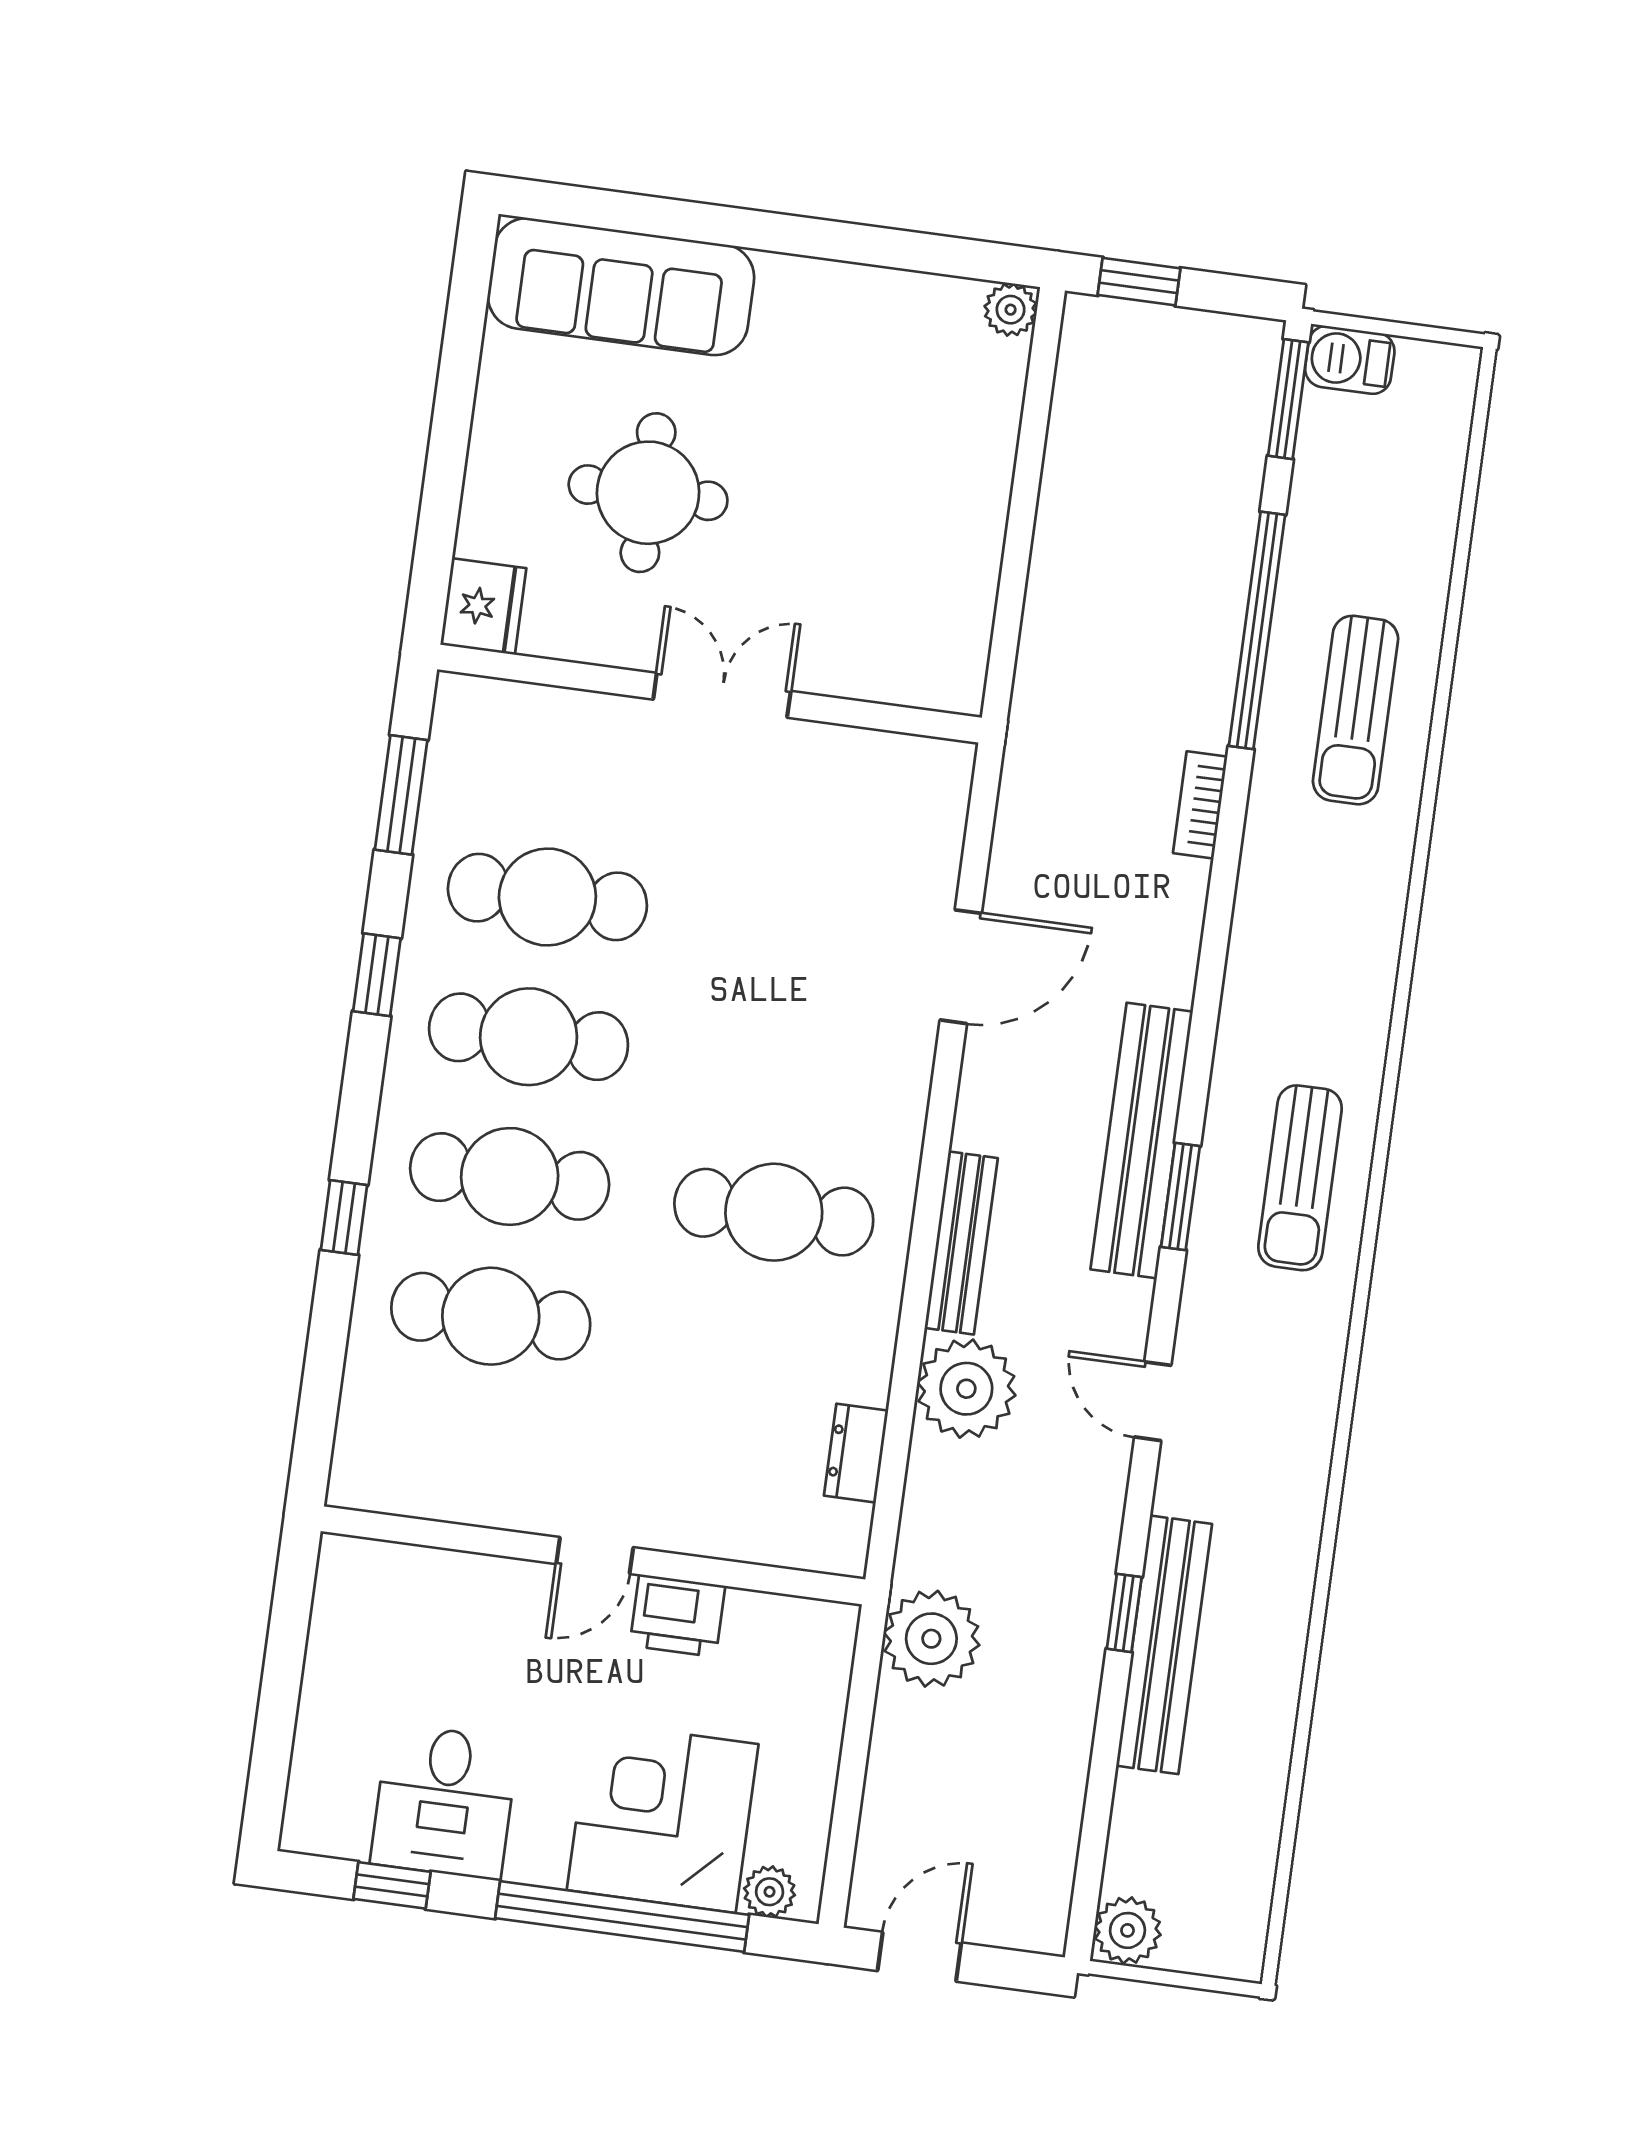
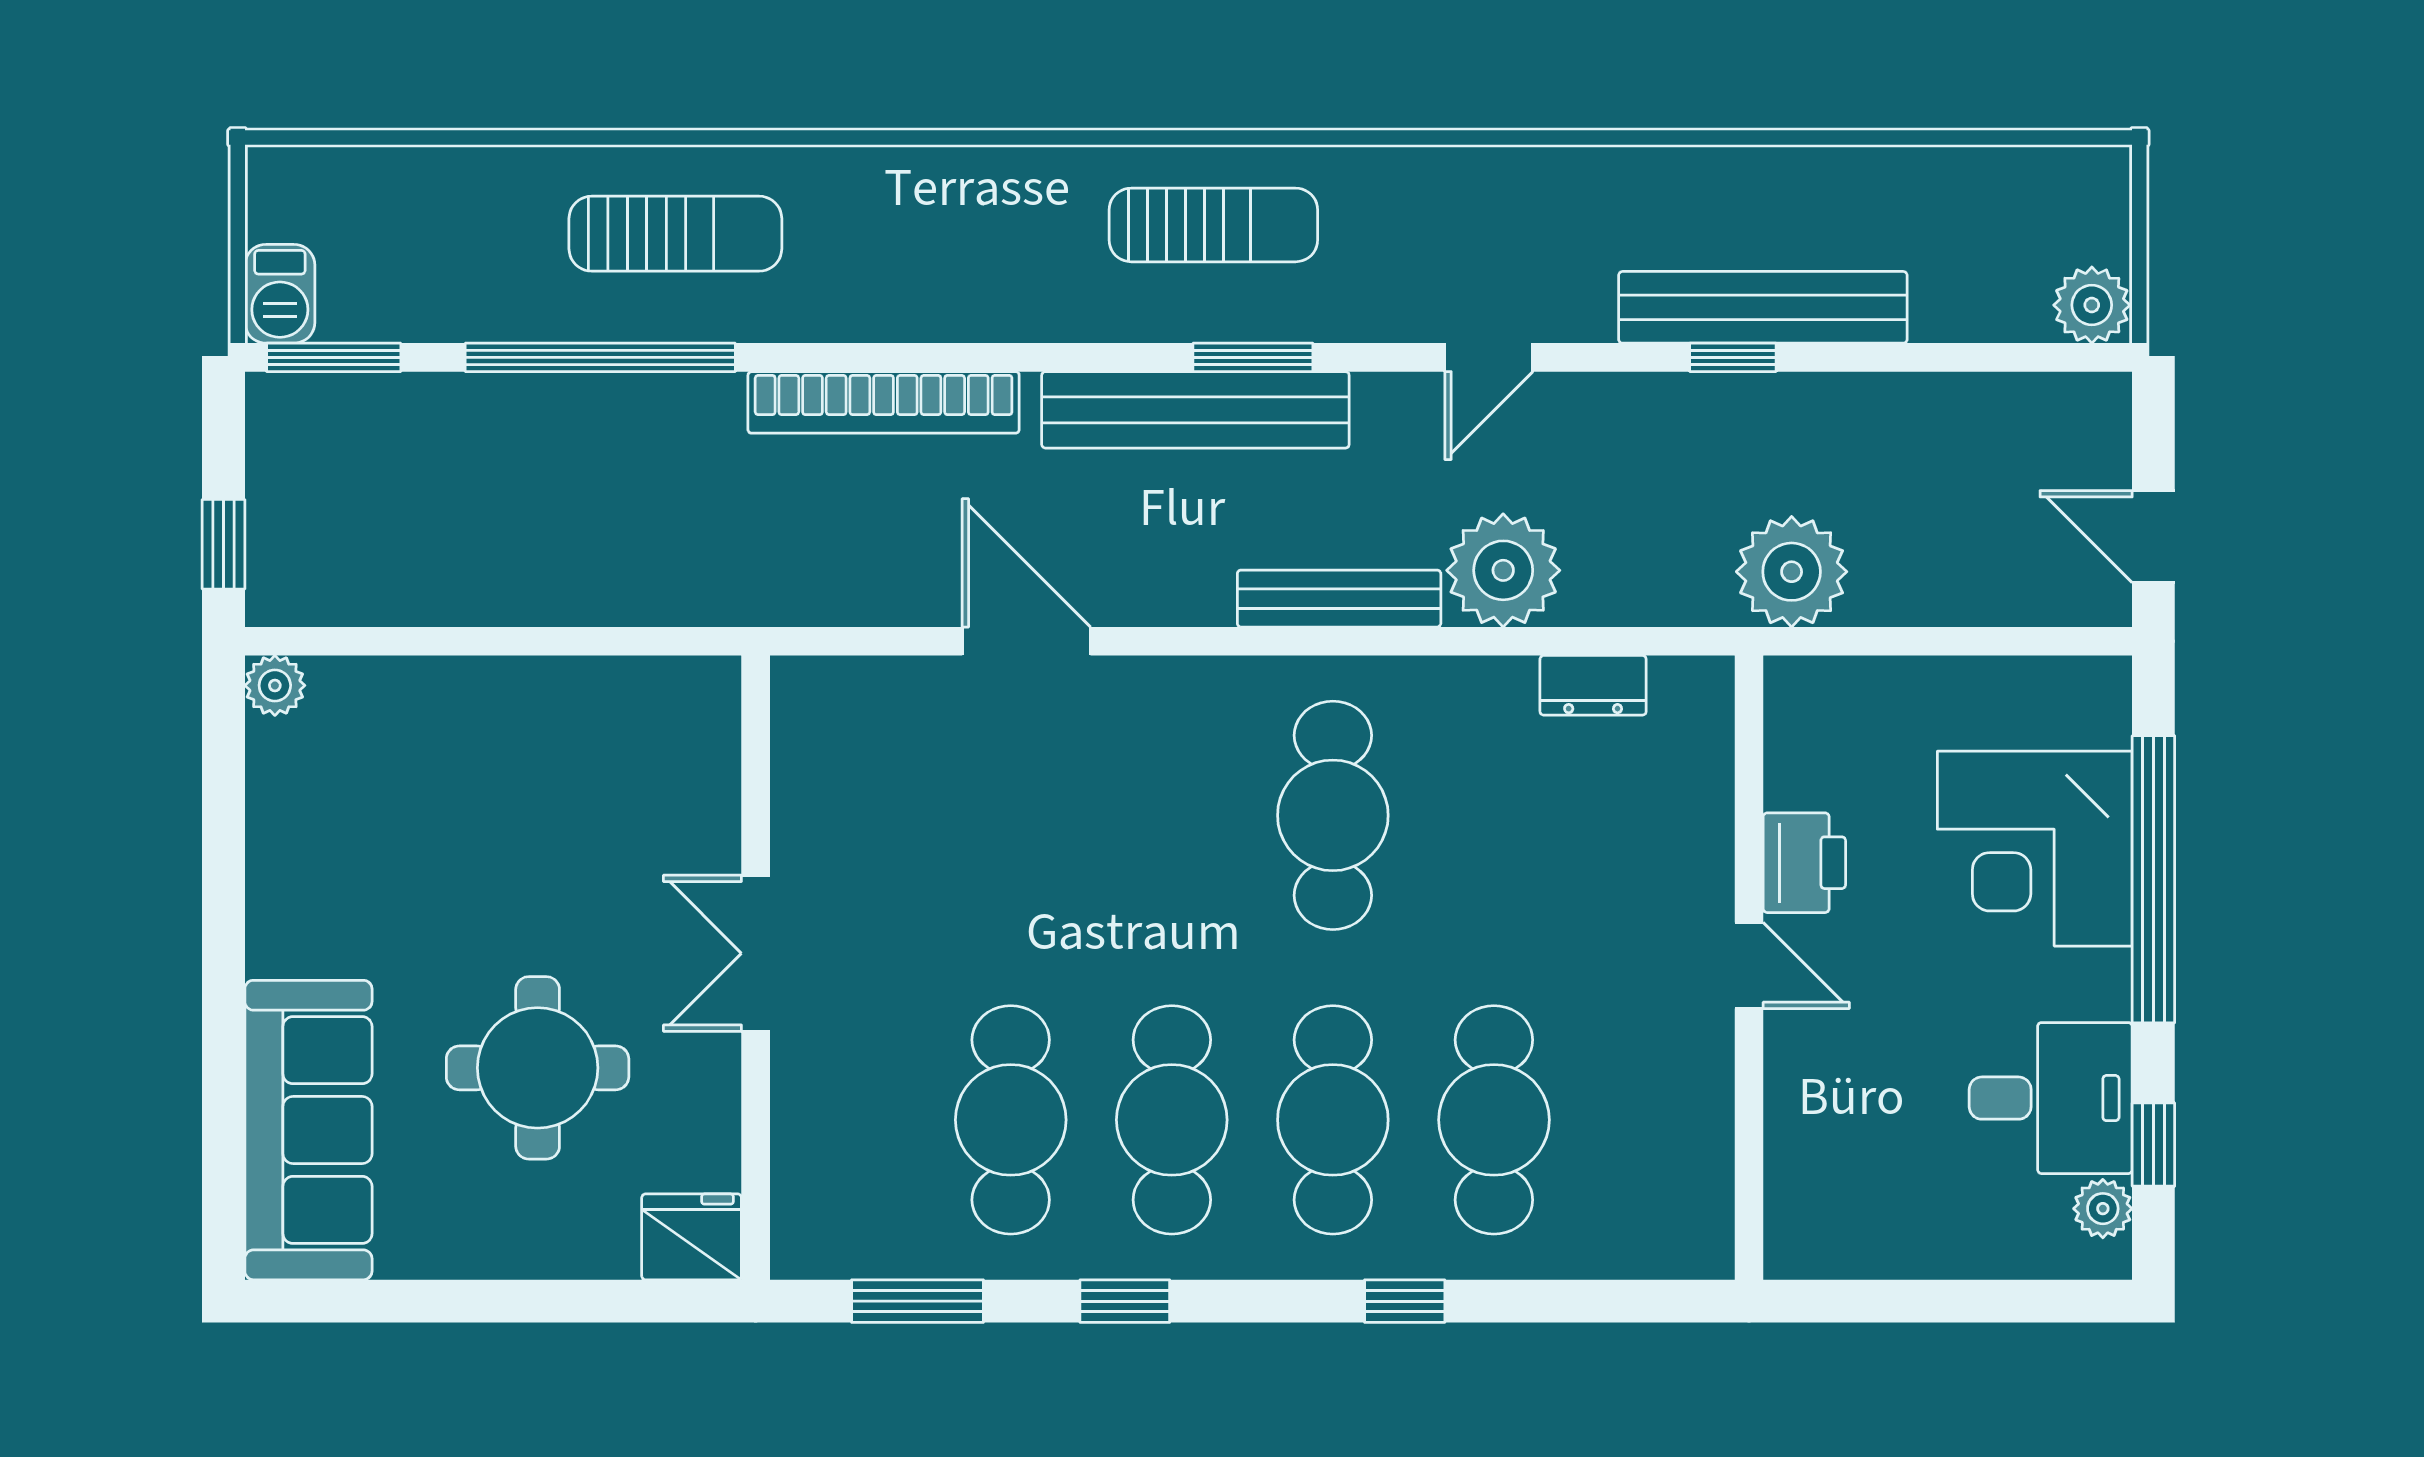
bookcase: (1200, 805) -> (884, 402), width x2.31, depth x1.31
plant: (770, 1892) -> (2103, 1209), moved

